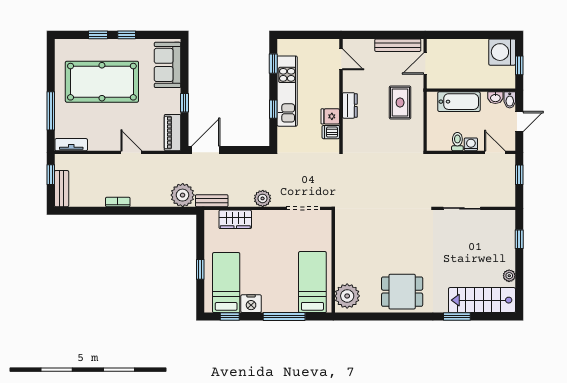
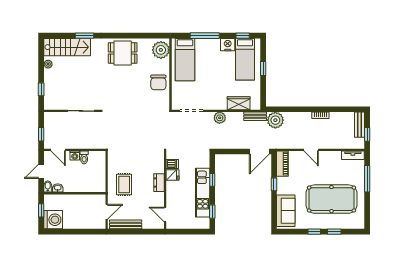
bathtub: (459, 102) -> (83, 185), removed
chair: (351, 249) -> (158, 82), added

